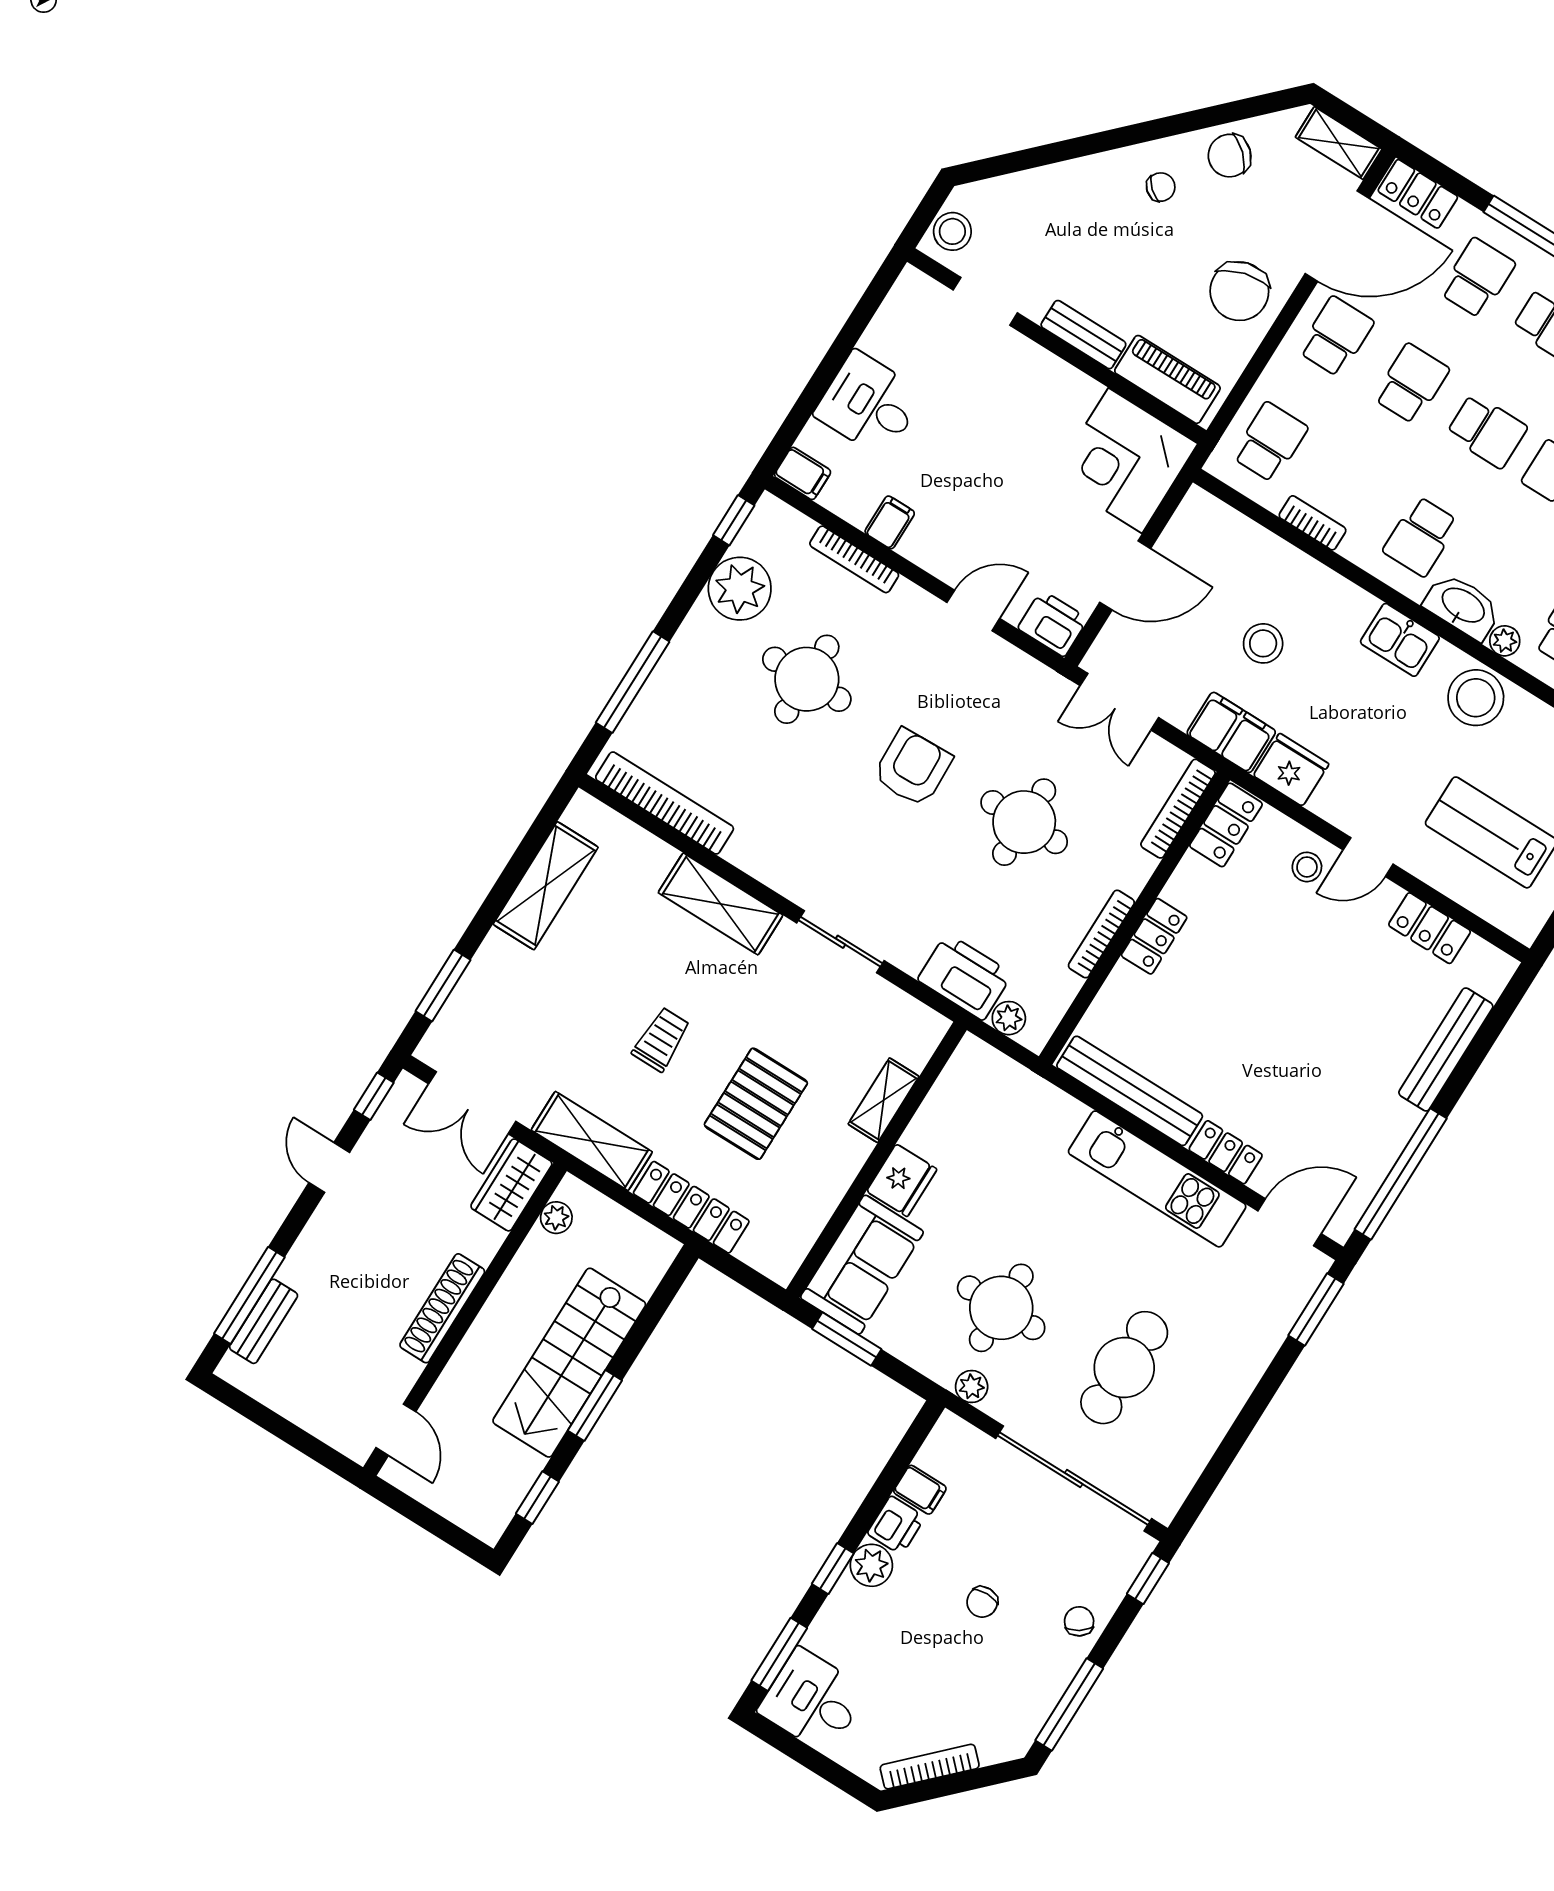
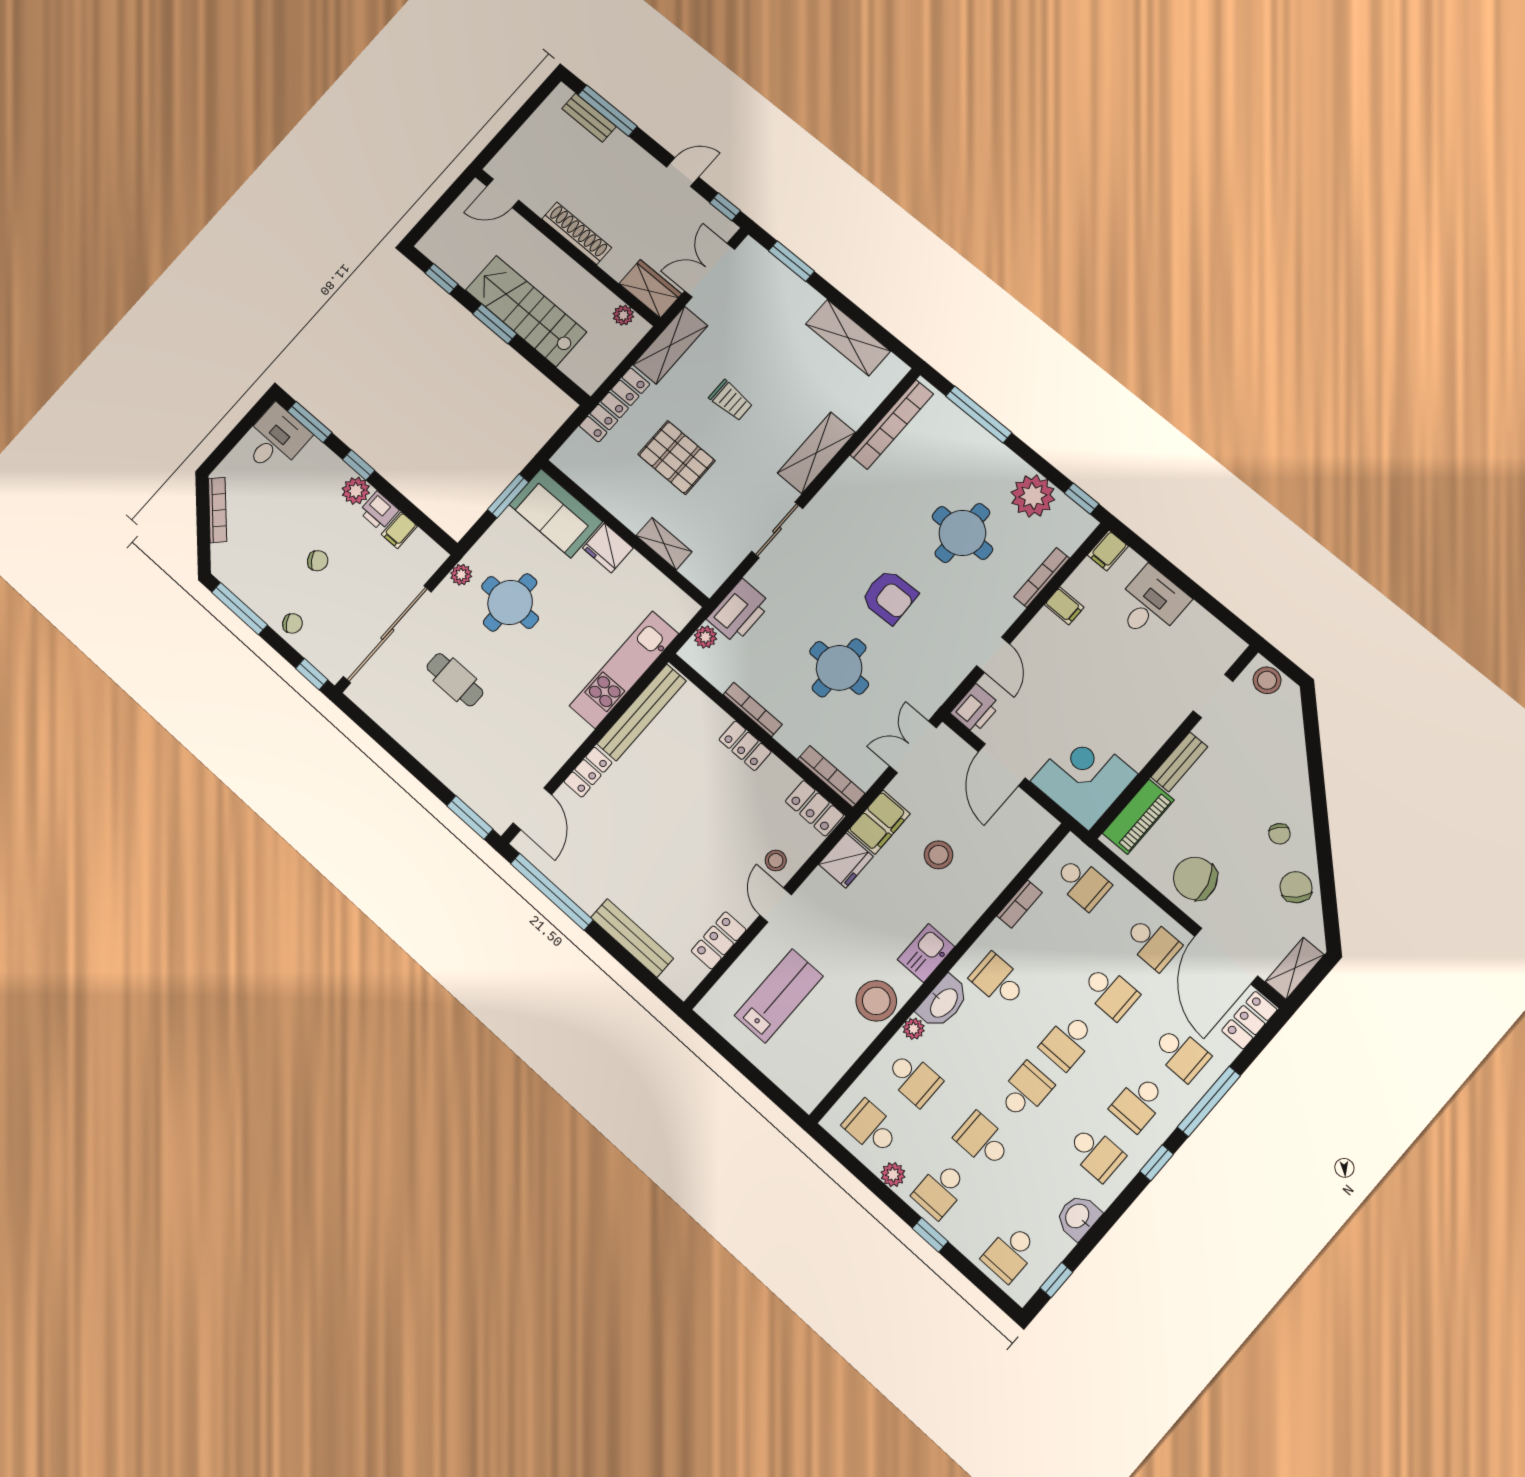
kitchen unit: (1157, 1179) -> (624, 670), moved
cafe table: (1124, 1368) -> (455, 680), width x0.73, depth x0.74
chair: (982, 1602) -> (318, 561), turned 144

